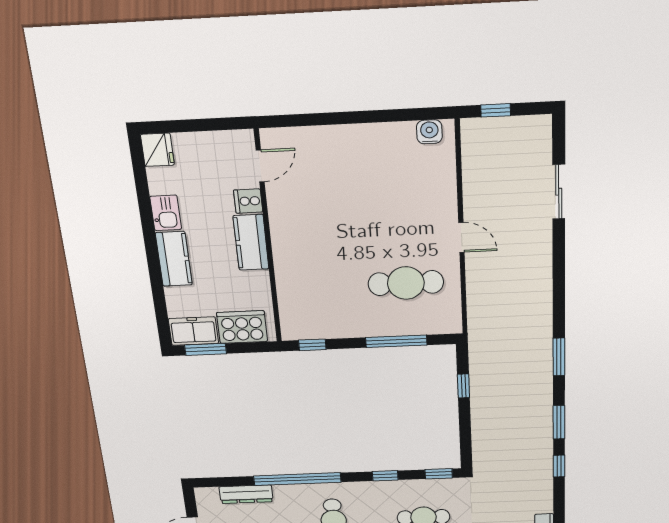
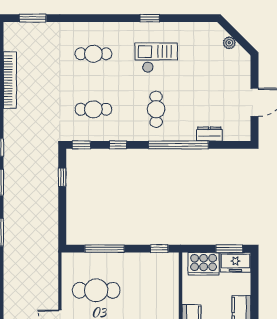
window: (463, 386) -> (62, 177), moved
dresser: (246, 494) -> (209, 134), width x0.70

